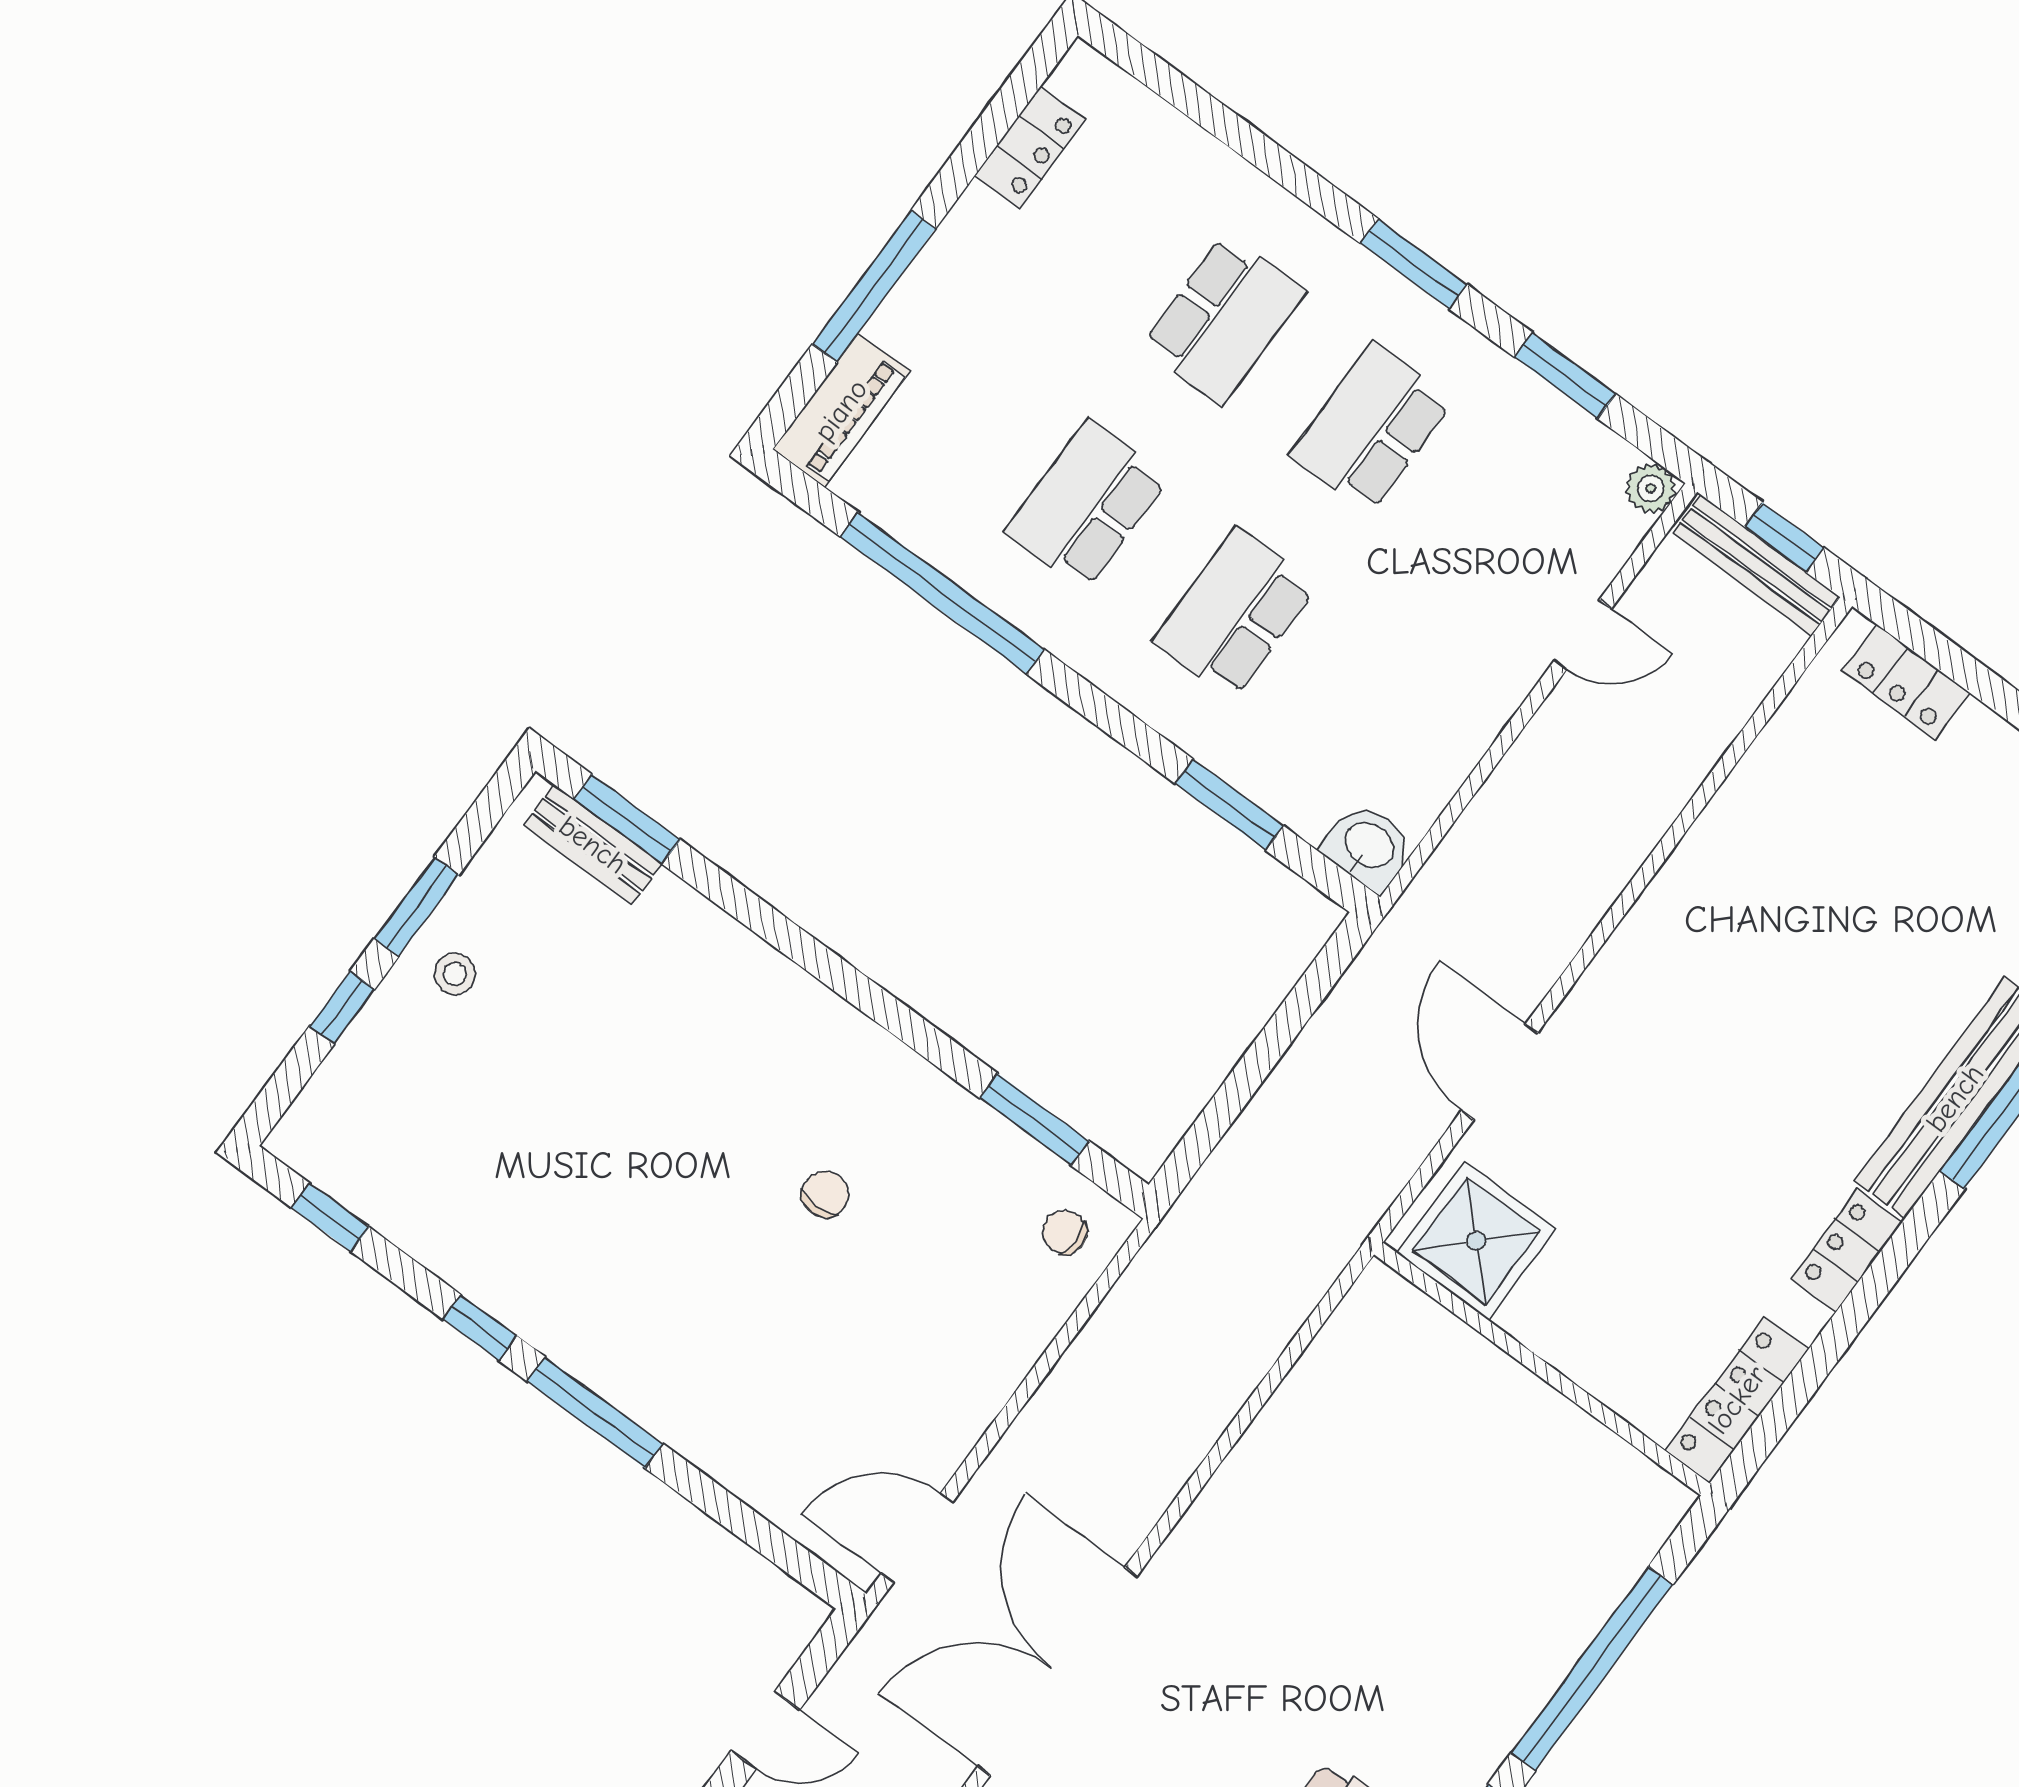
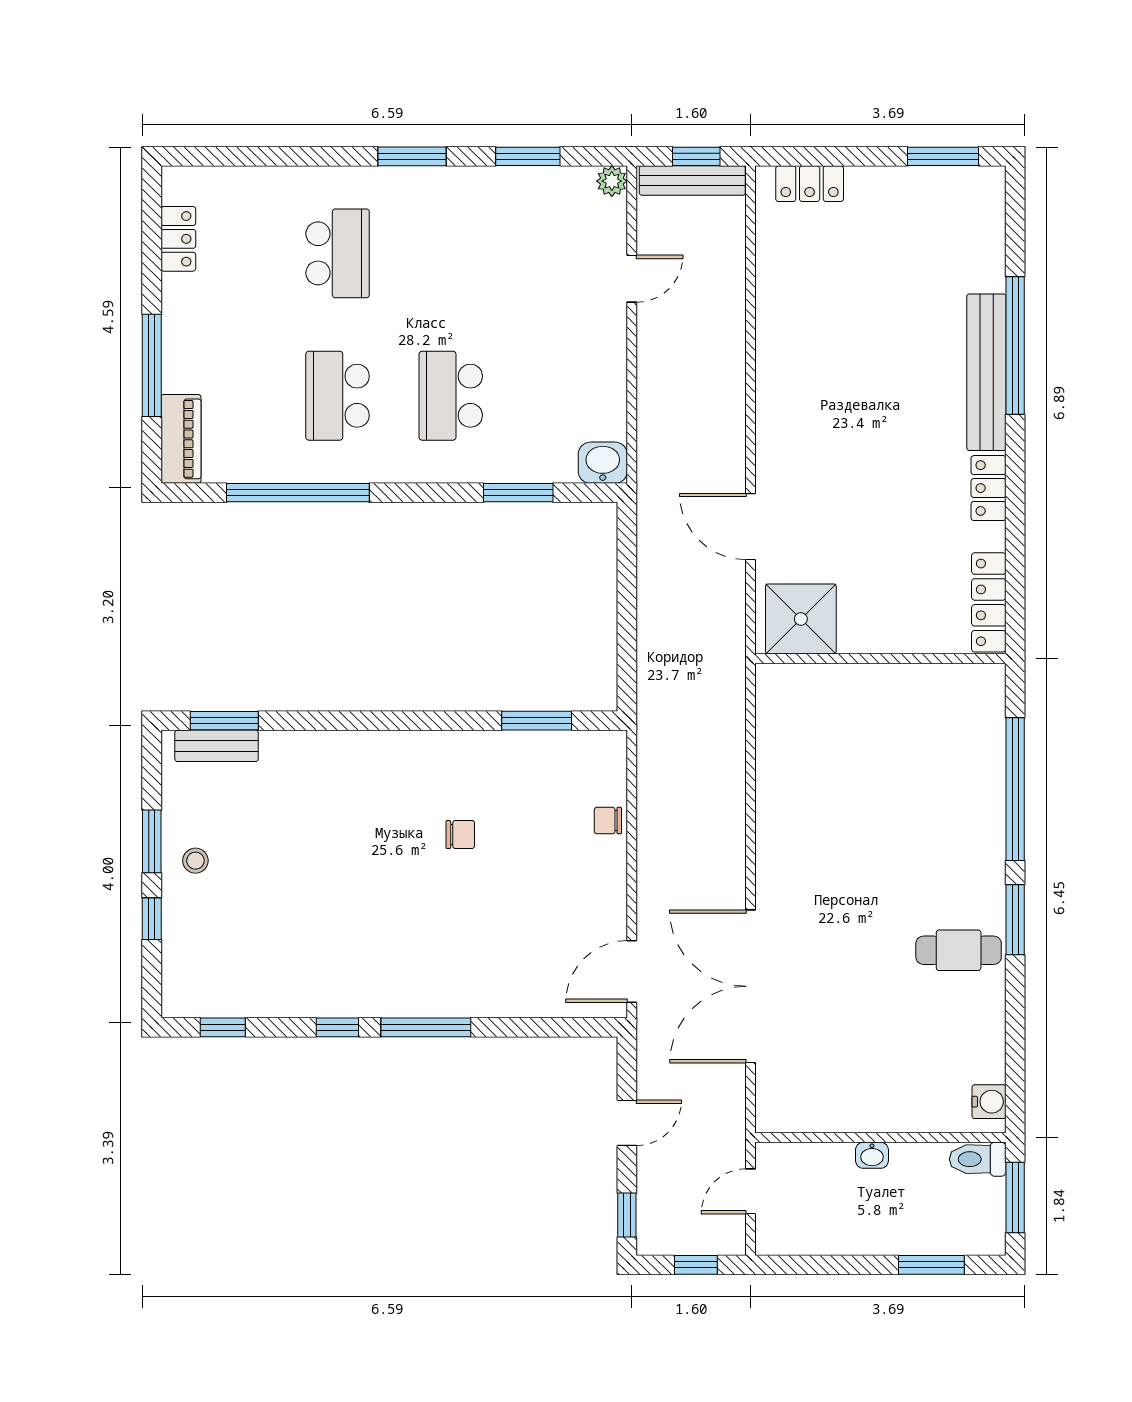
school desk: (1371, 428) -> (451, 253), removed
chair: (825, 1194) -> (460, 835), turned 90
chair: (1065, 1232) -> (608, 821), moved

